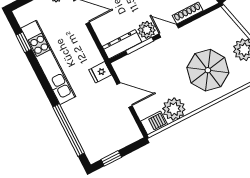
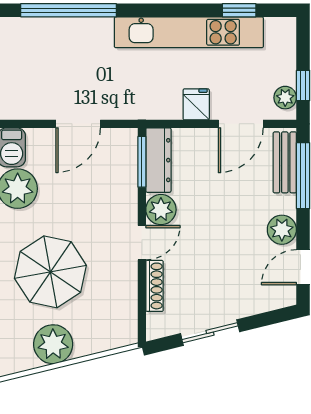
window: (140, 46) -> (142, 162), moved
fridge: (100, 72) -> (196, 104), moved

